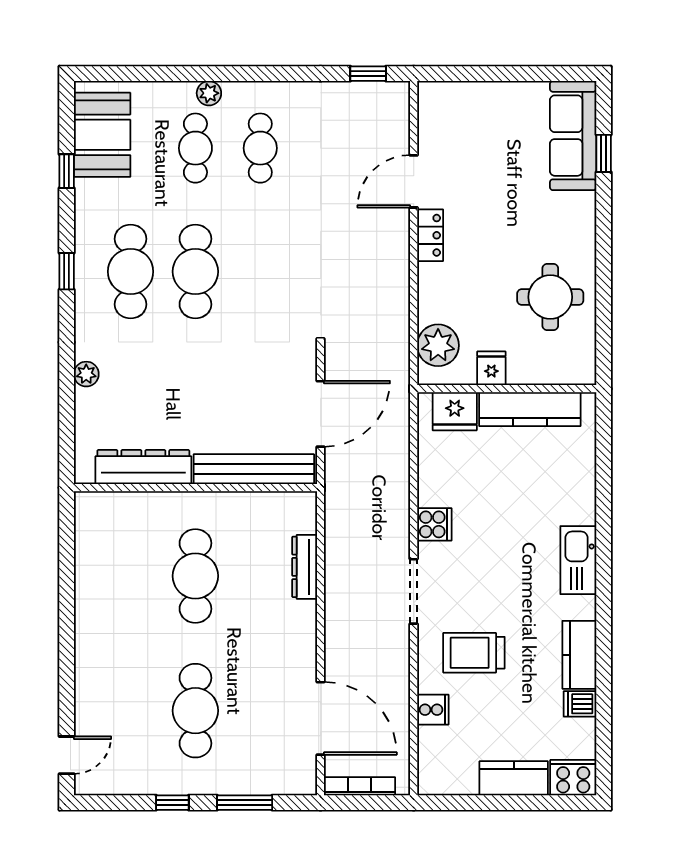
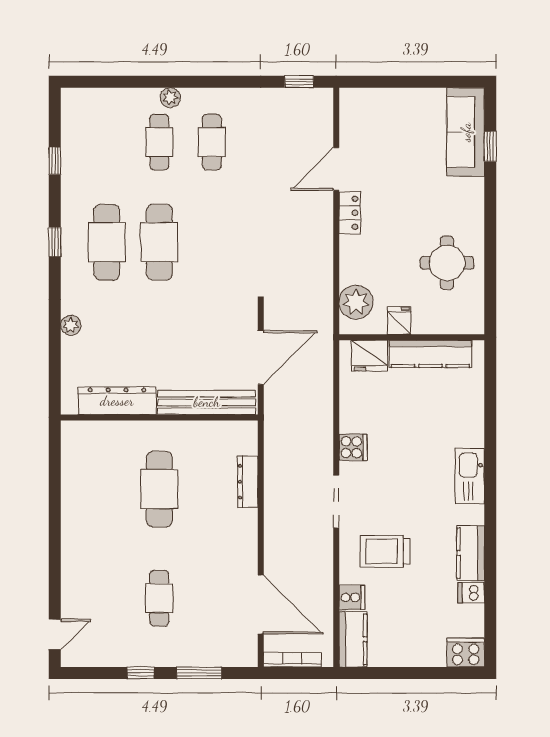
booth: (102, 135) -> (84, 131), removed
cafe table: (195, 711) -> (159, 598), width x0.73, depth x0.74
kitchen counter: (514, 778) -> (353, 639), moved, turned 90

